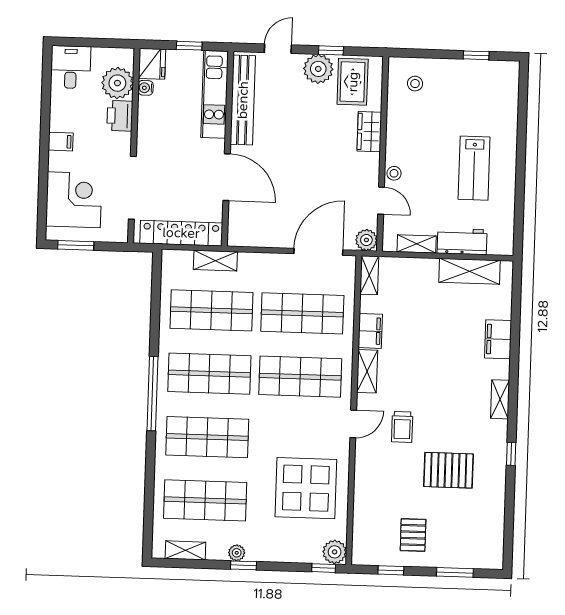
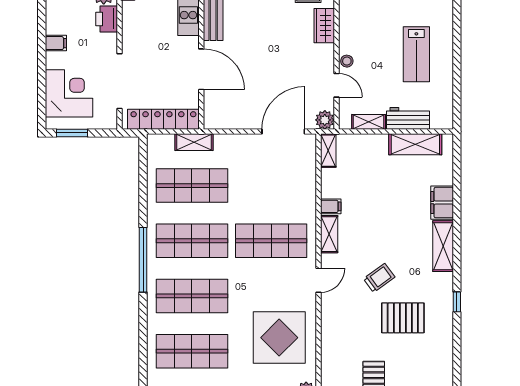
shop shelf: (302, 313) -> (271, 186), removed
filing cabinet: (370, 331) -> (331, 206), width x0.50
shelving: (500, 399) -> (443, 246), width x1.50, depth x1.33
trolley: (402, 427) -> (379, 278), moved, turned -126

